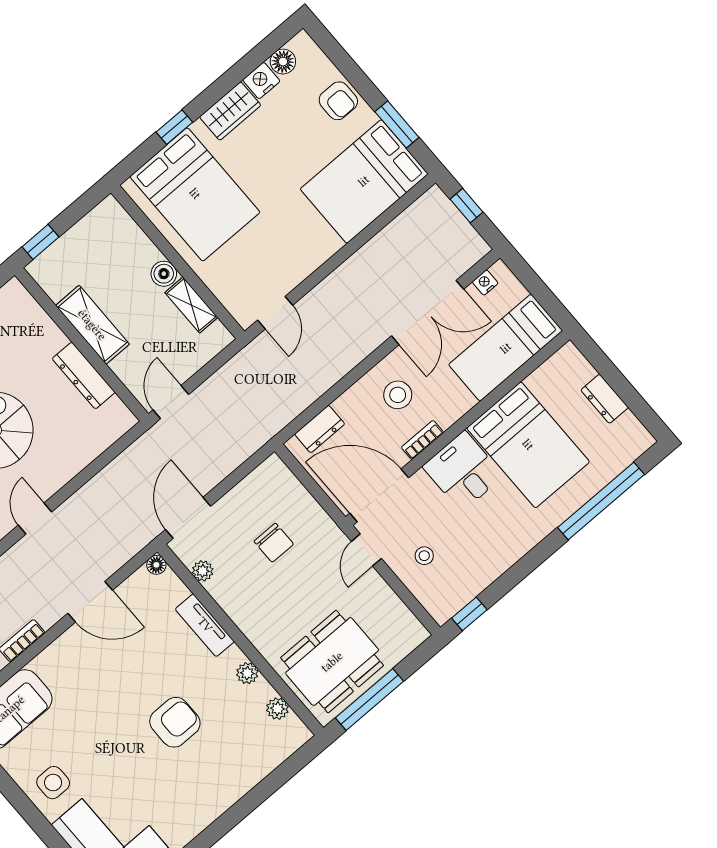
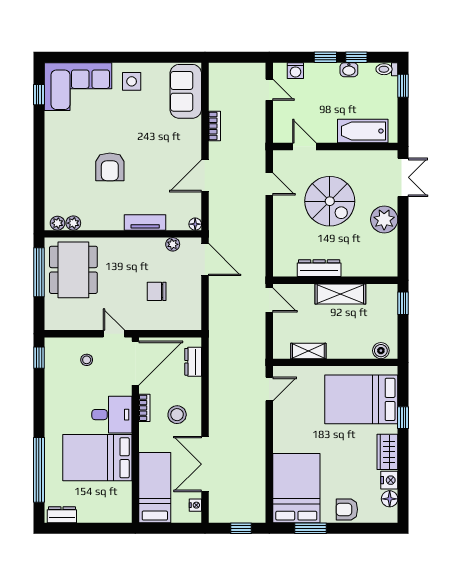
boiler: (164, 274) -> (381, 351), moved
door: (275, 313) -> (269, 389), swing flipped
dresser: (605, 399) -> (62, 515), moved
plant: (247, 673) -> (57, 223), moved

